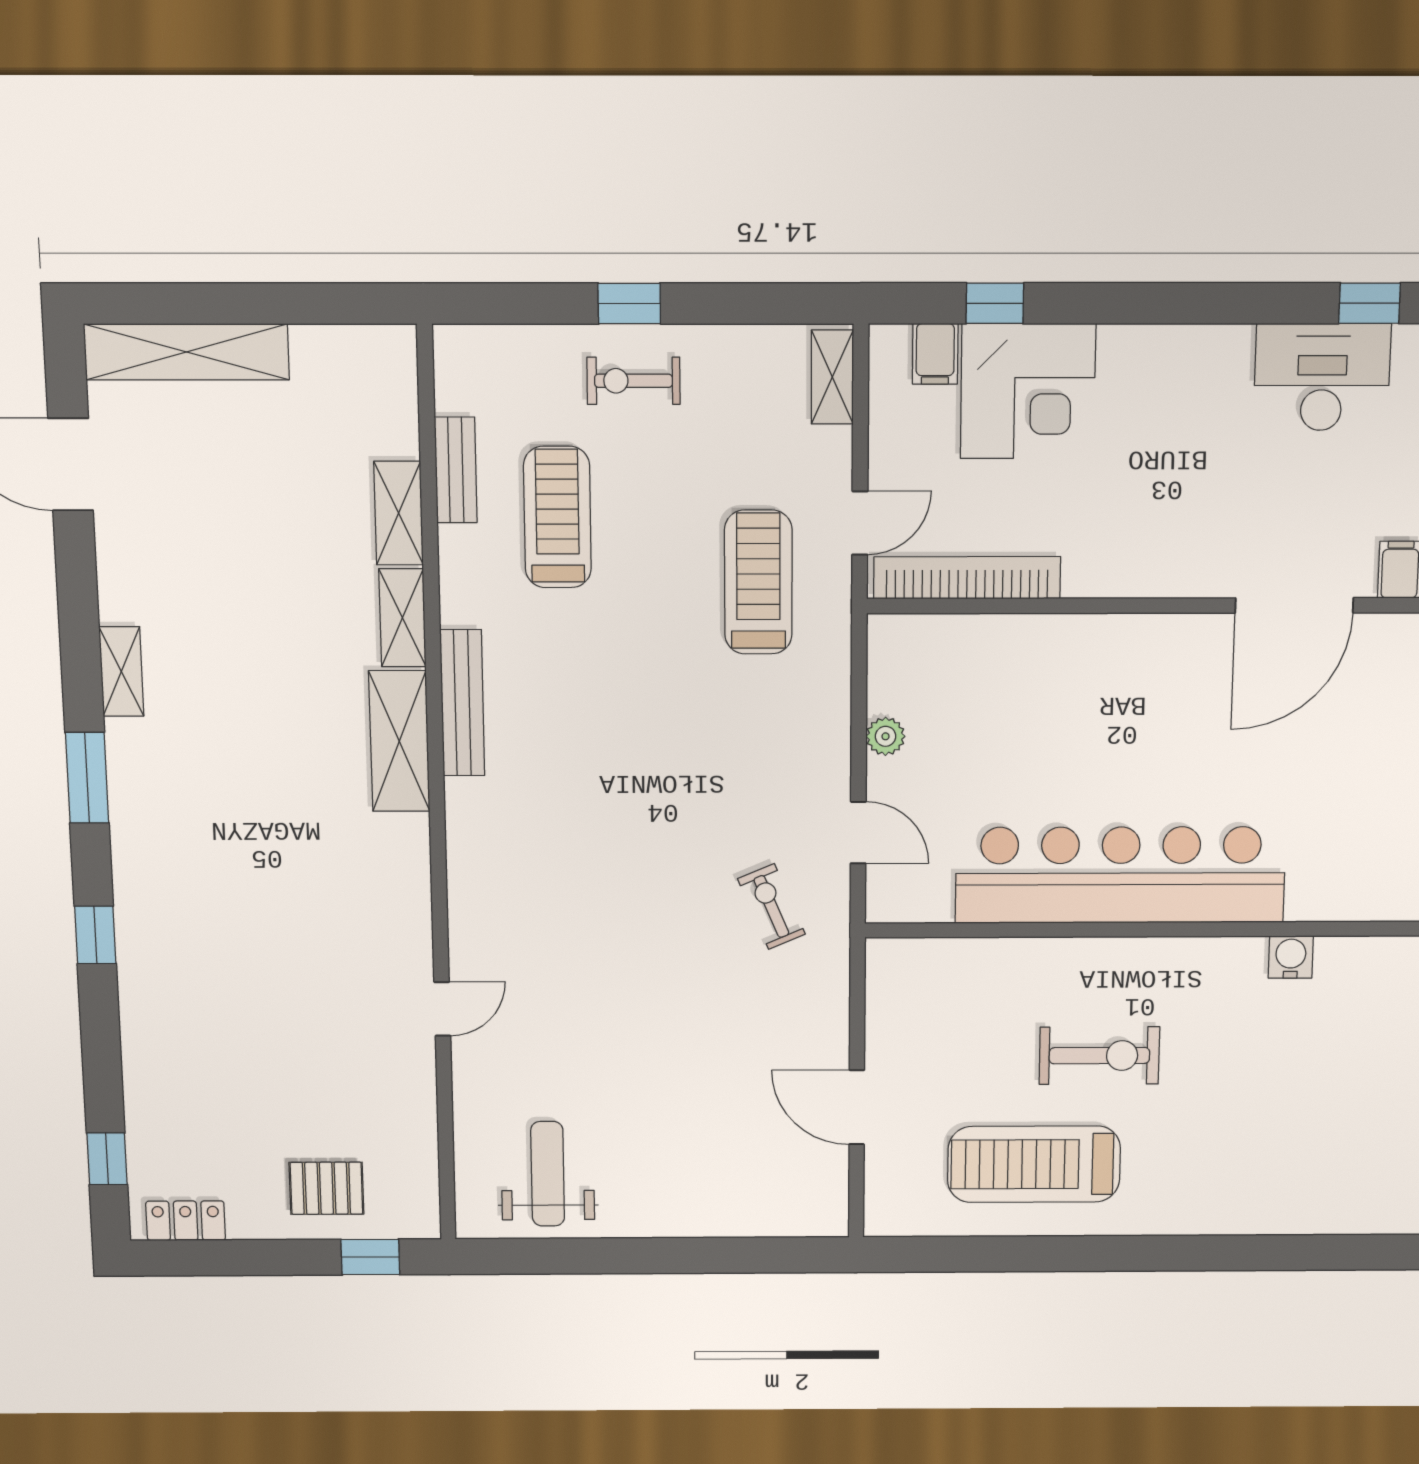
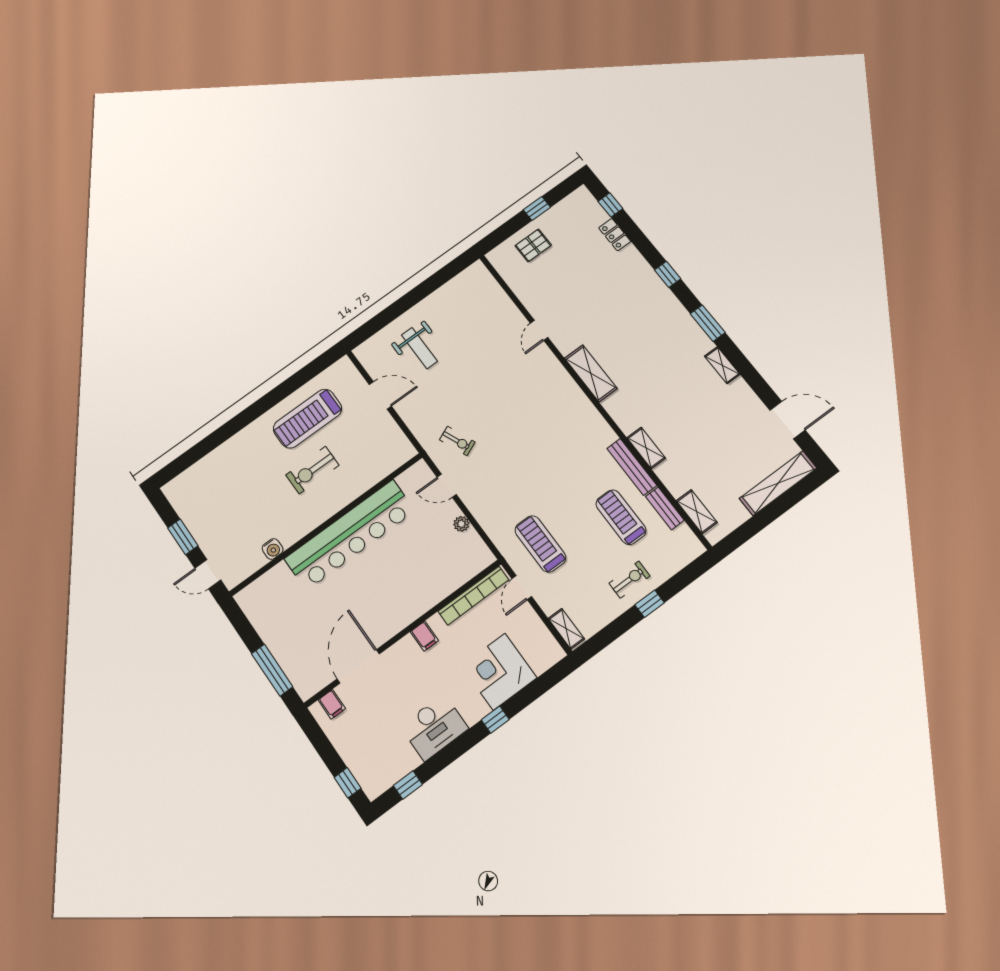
window: (995, 303) -> (495, 720), moved
filing cabinet: (935, 354) -> (424, 636), moved, turned 180
desk: (1322, 377) -> (434, 727), moved
shelving: (399, 513) -> (697, 512), moved
treadmill: (557, 517) -> (621, 517), turned 180
treadmill: (758, 582) -> (540, 544), turned 180
bench: (462, 703) -> (632, 467), moved
shelving: (399, 741) -> (591, 373), moved
treadmill: (1034, 1164) -> (307, 419), turned 180
weight bench: (548, 1174) -> (419, 348), moved
locker: (186, 1221) -> (615, 235), moved, turned 90
window: (370, 1257) -> (537, 209), moved

